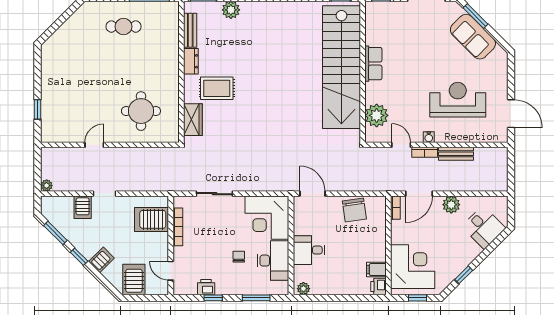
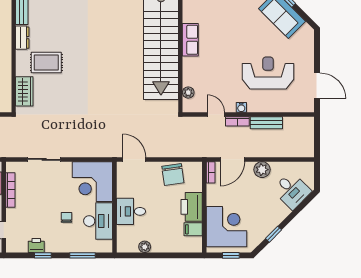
plant: (377, 115) -> (188, 93), width x0.53, depth x0.53
printer: (379, 286) -> (192, 207), moved, width x1.87, depth x1.48
plant: (303, 289) -> (145, 247), moved

